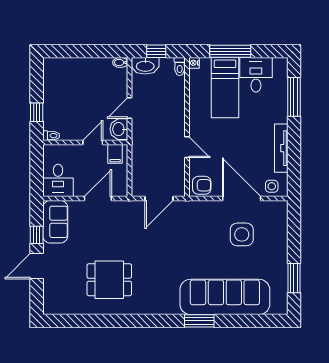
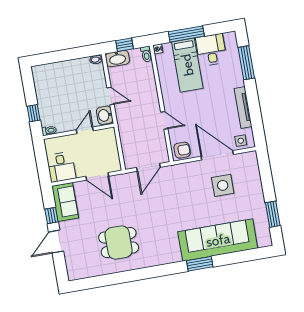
door: (130, 108) -> (111, 96), swing flipped
filing cabinet: (115, 154) -> (105, 137), removed
door: (98, 199) -> (97, 176), swing flipped

